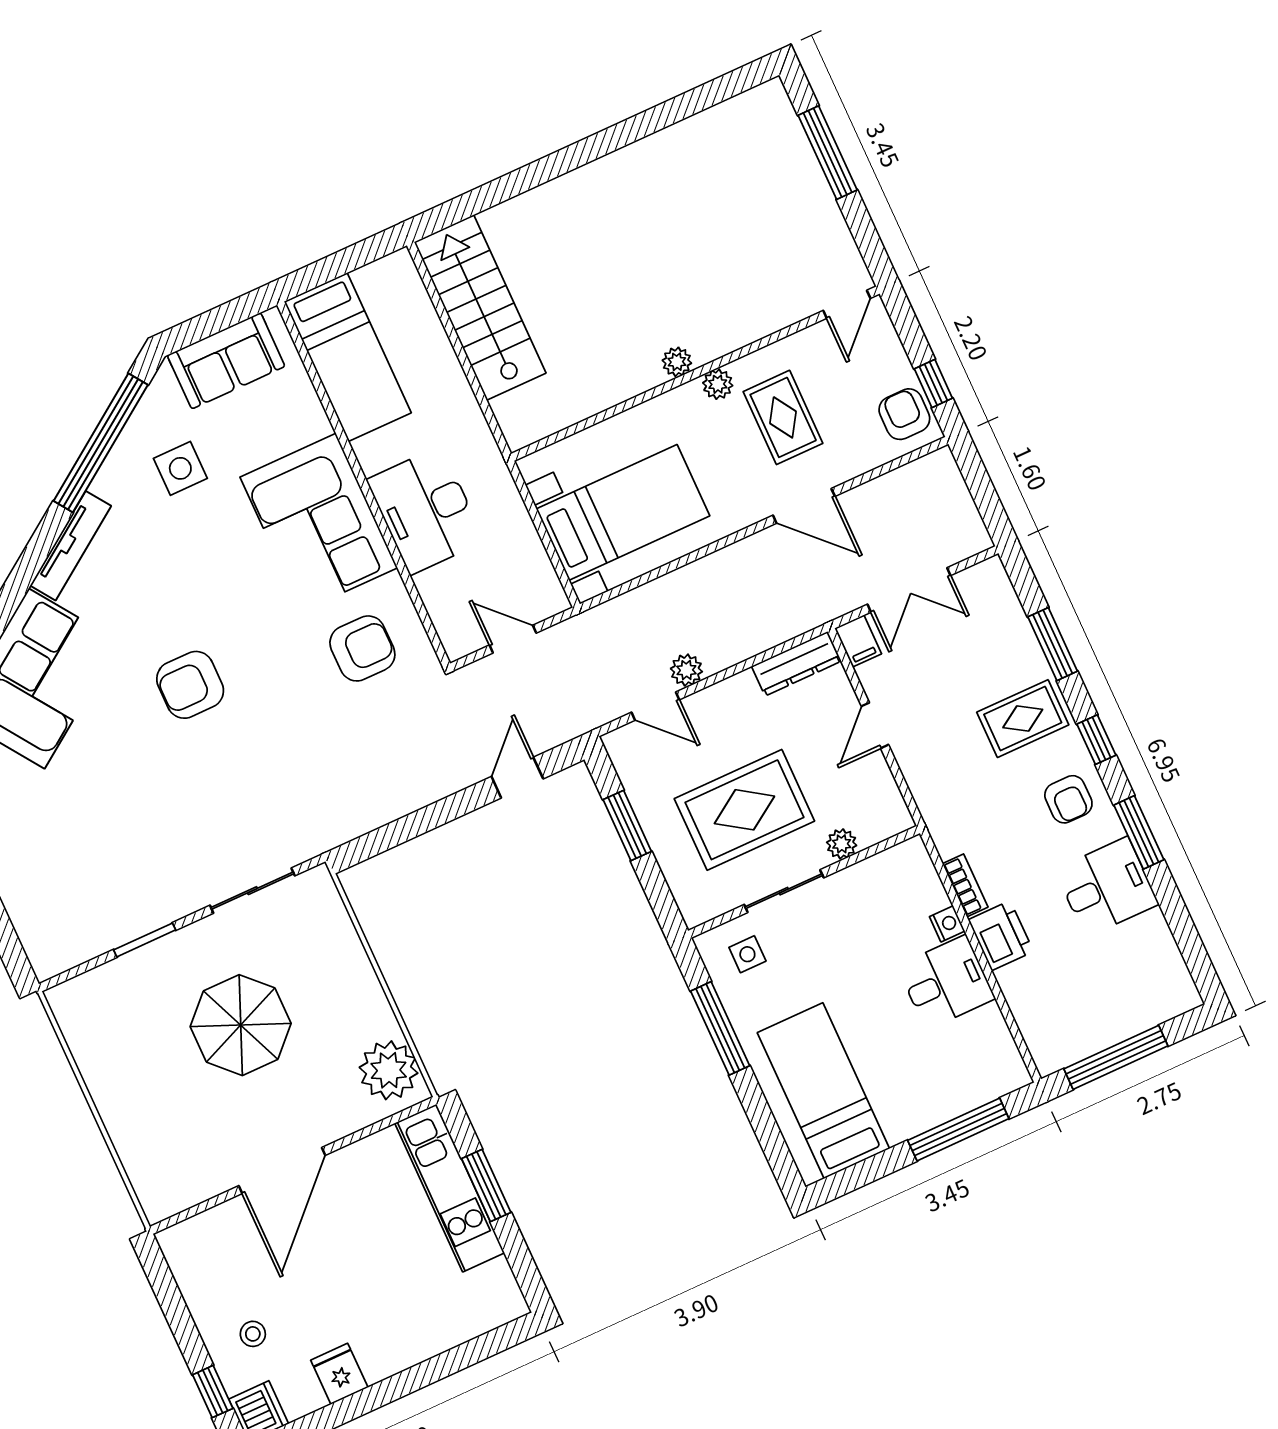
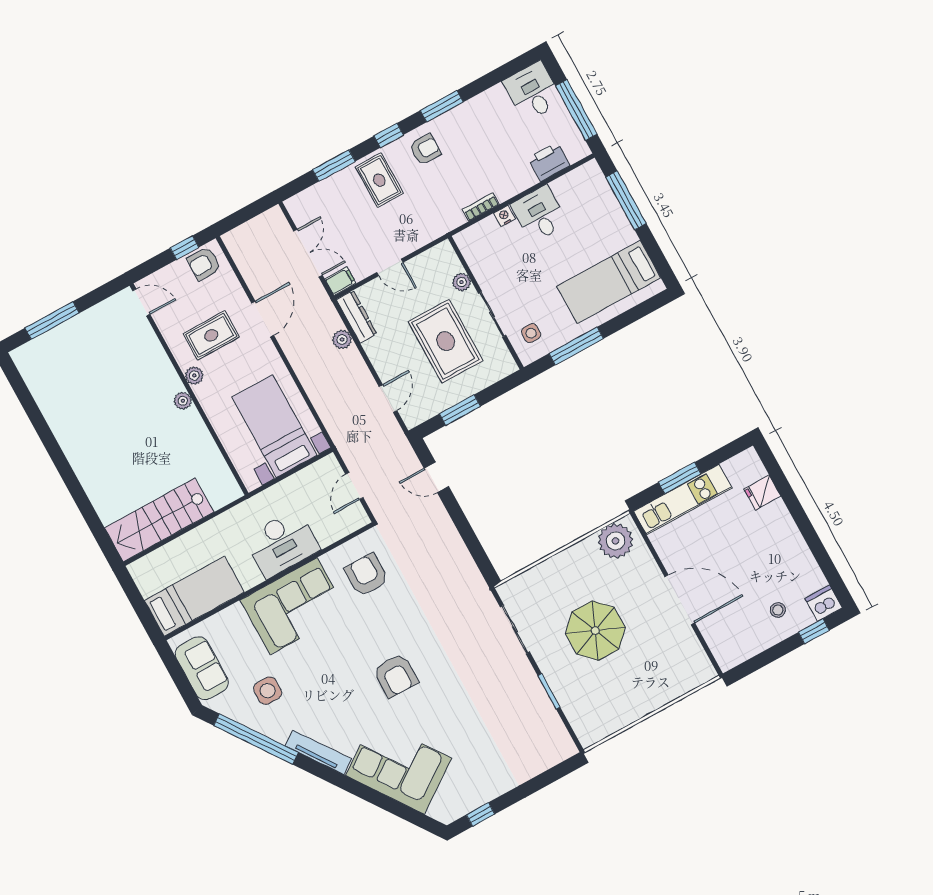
plant: (686, 670) -> (342, 340), moved
desk: (1107, 887) -> (533, 91), moved
printer: (1001, 936) -> (549, 162), moved
fridge: (339, 1374) -> (762, 493), moved

